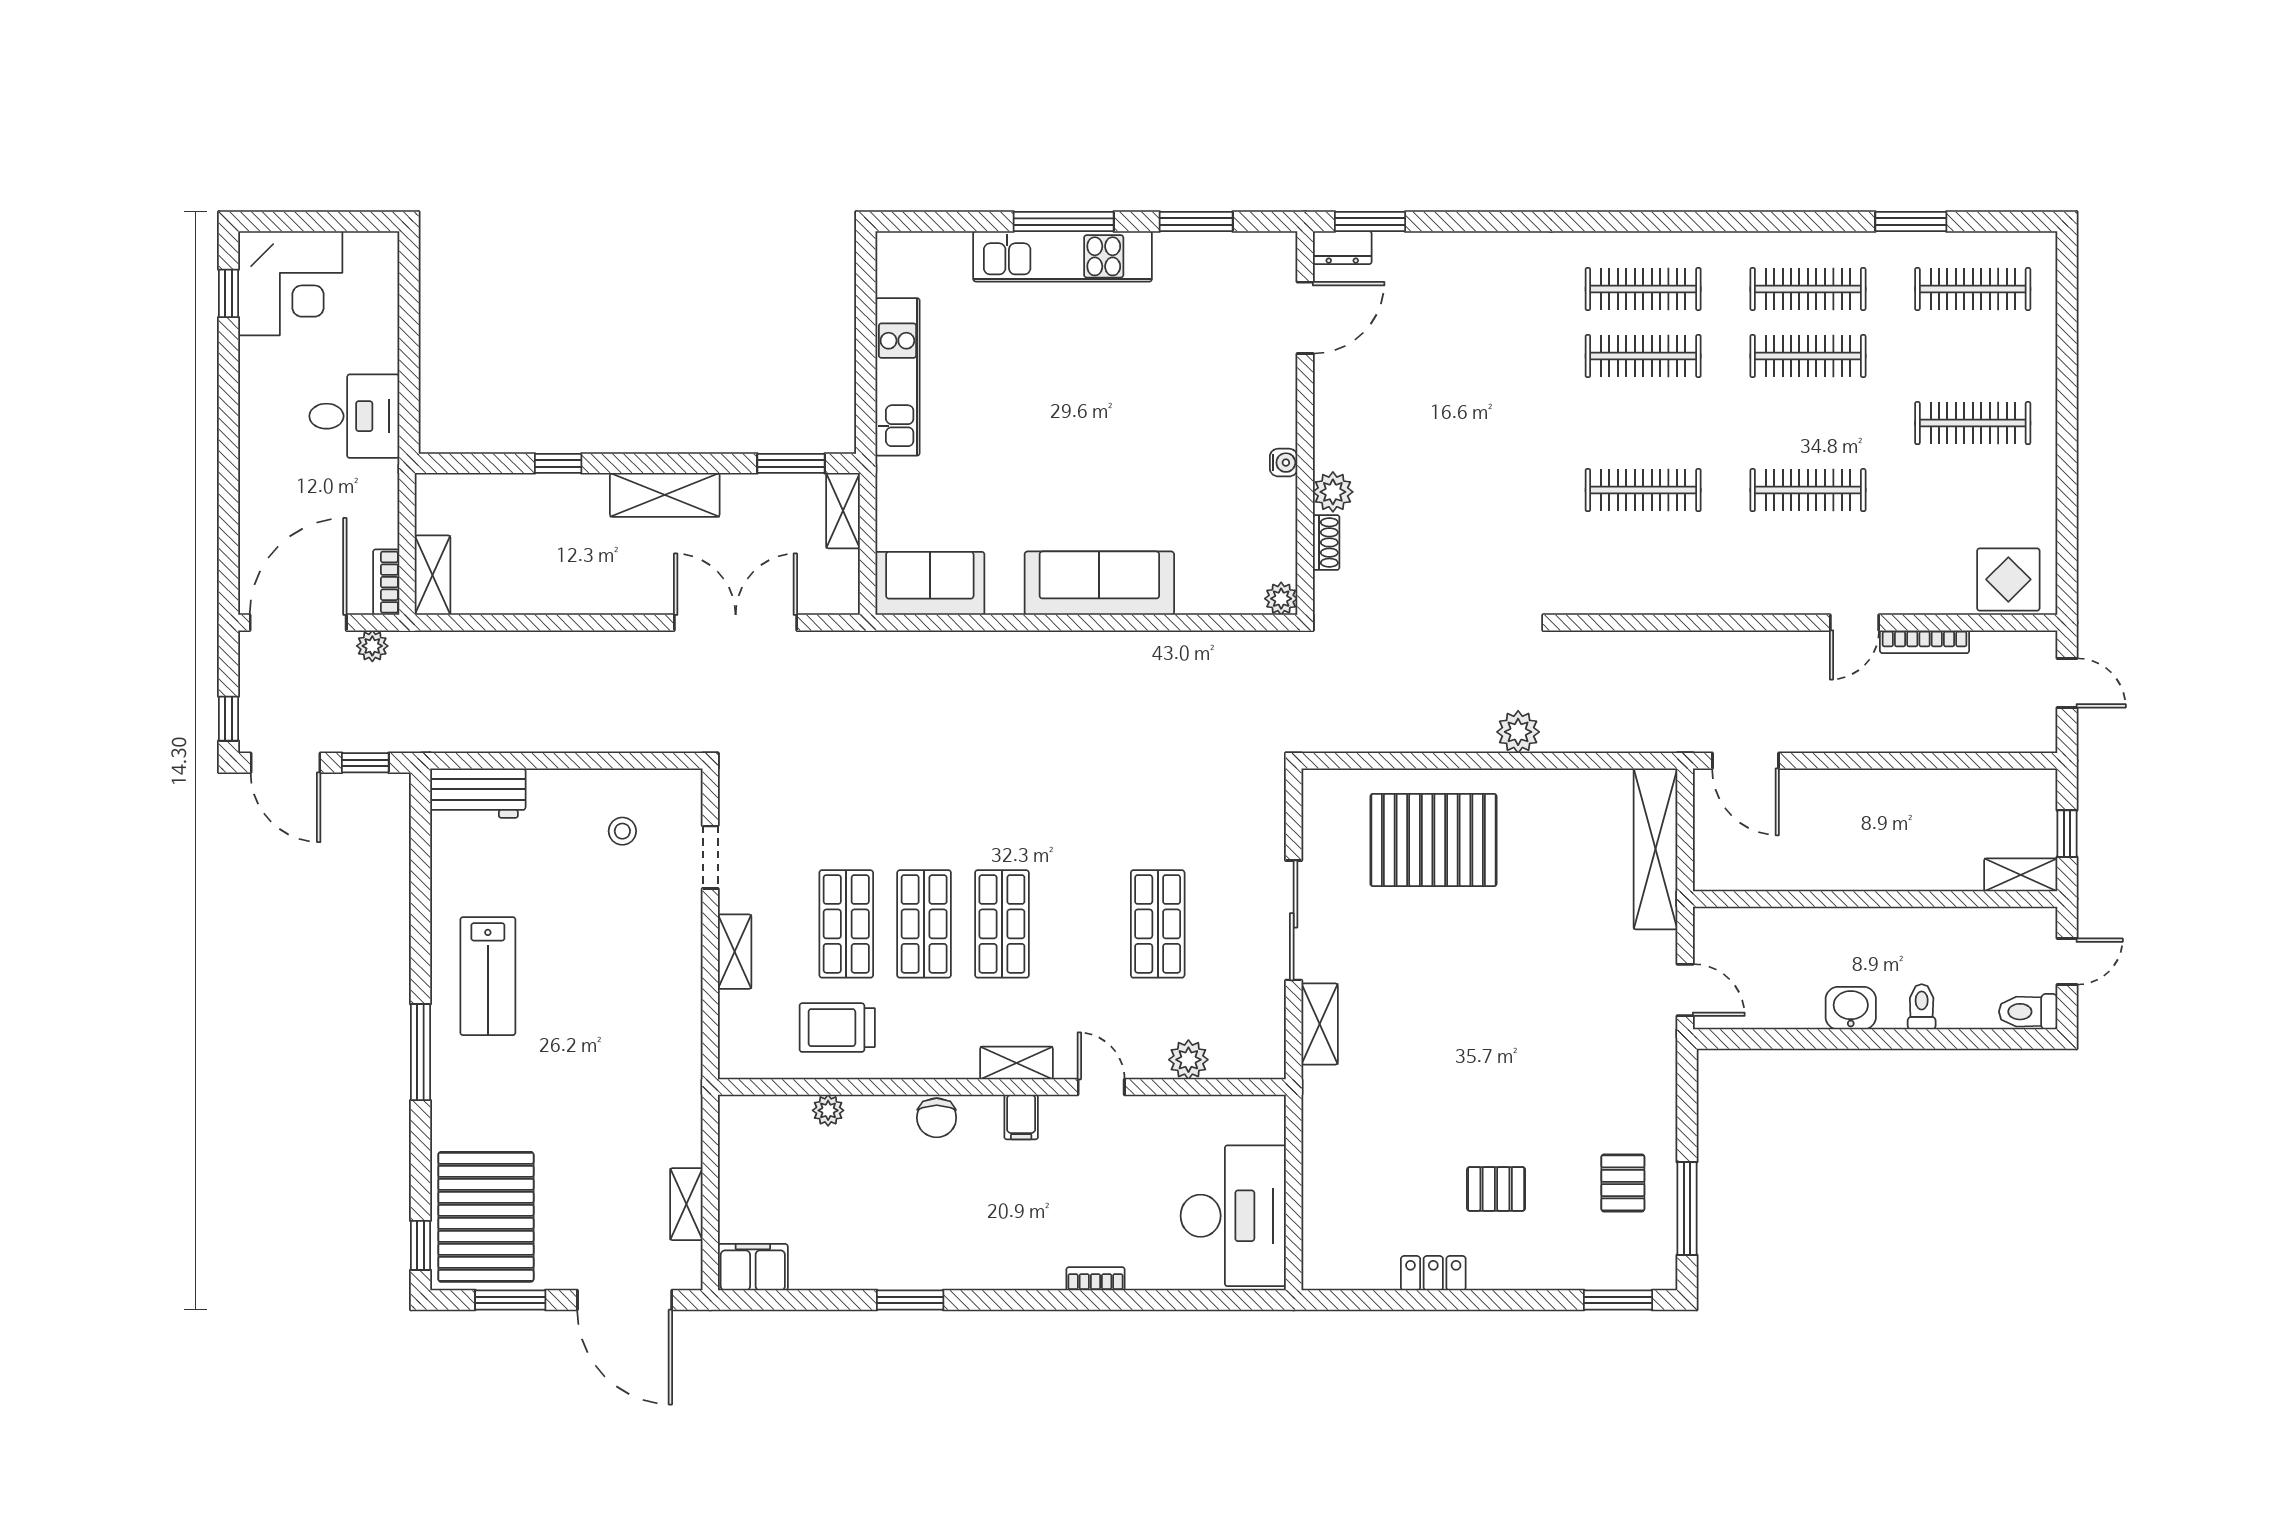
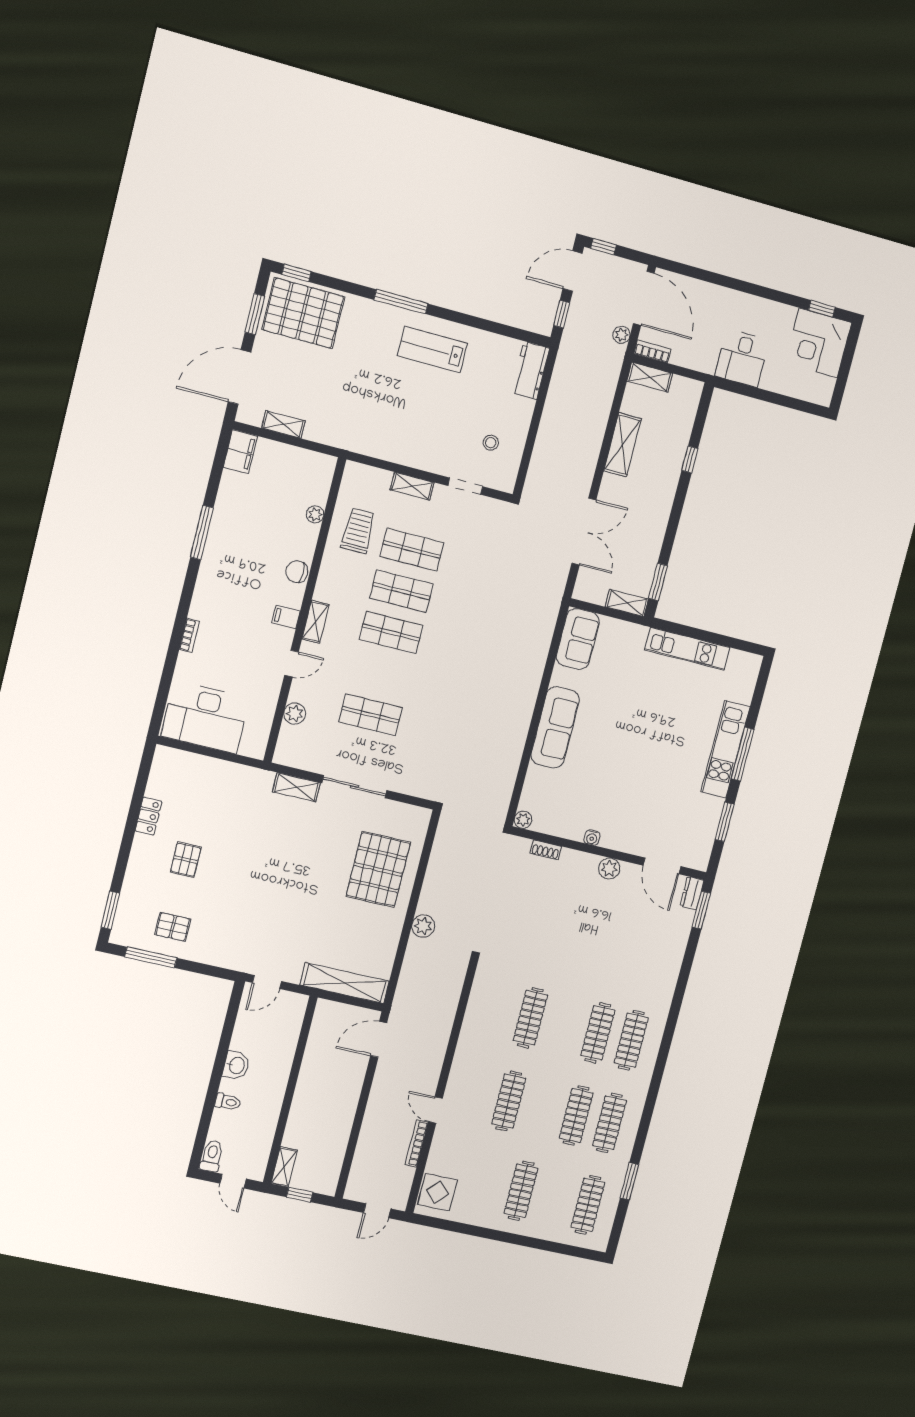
plant: (1333, 492) -> (609, 868), moved
shelving: (665, 495) -> (623, 445), moved
window: (910, 1300) -> (202, 532), width x1.44

